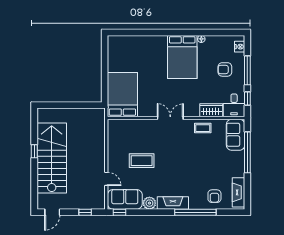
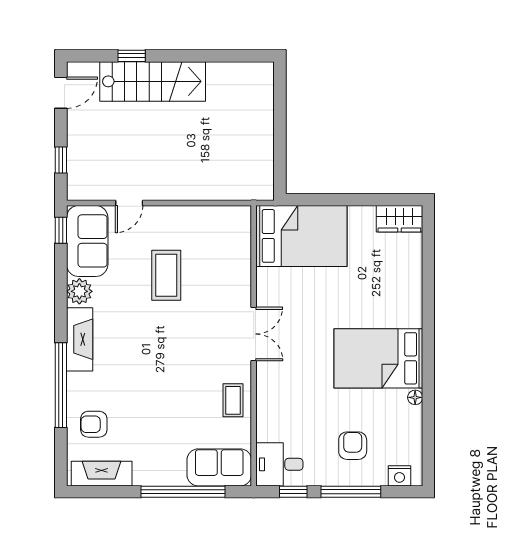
wardrobe: (211, 110) -> (399, 219), moved, turned 90
window: (34, 151) -> (132, 56), moved
stairs: (52, 158) -> (153, 81), width x0.73, depth x0.66
door: (52, 212) -> (61, 93), swing flipped

